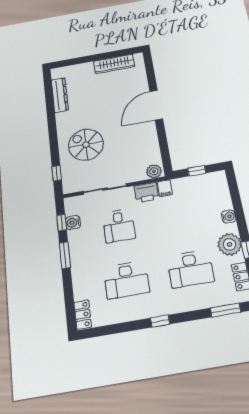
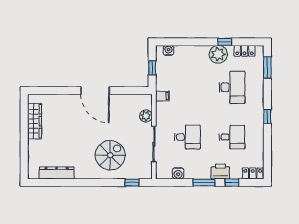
door: (156, 105) -> (95, 91), moved
spiral stairs: (86, 145) -> (110, 155), turned 180
plant: (154, 171) -> (146, 116), moved
printer: (146, 192) -> (220, 171), moved, turned -90
water cooler: (229, 217) -> (169, 50), moved
window: (62, 222) -> (232, 183), moved
desk: (126, 280) -> (232, 137), width x0.73

